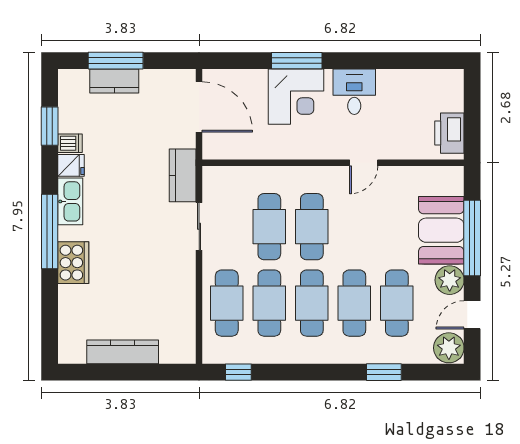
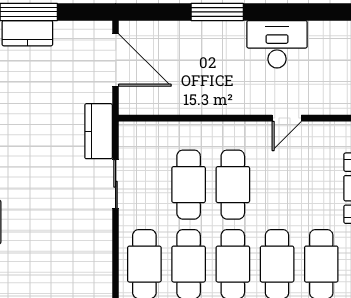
desk: (354, 92) -> (277, 44), width x1.37
corner desk: (296, 97) -> (216, 49), removed

